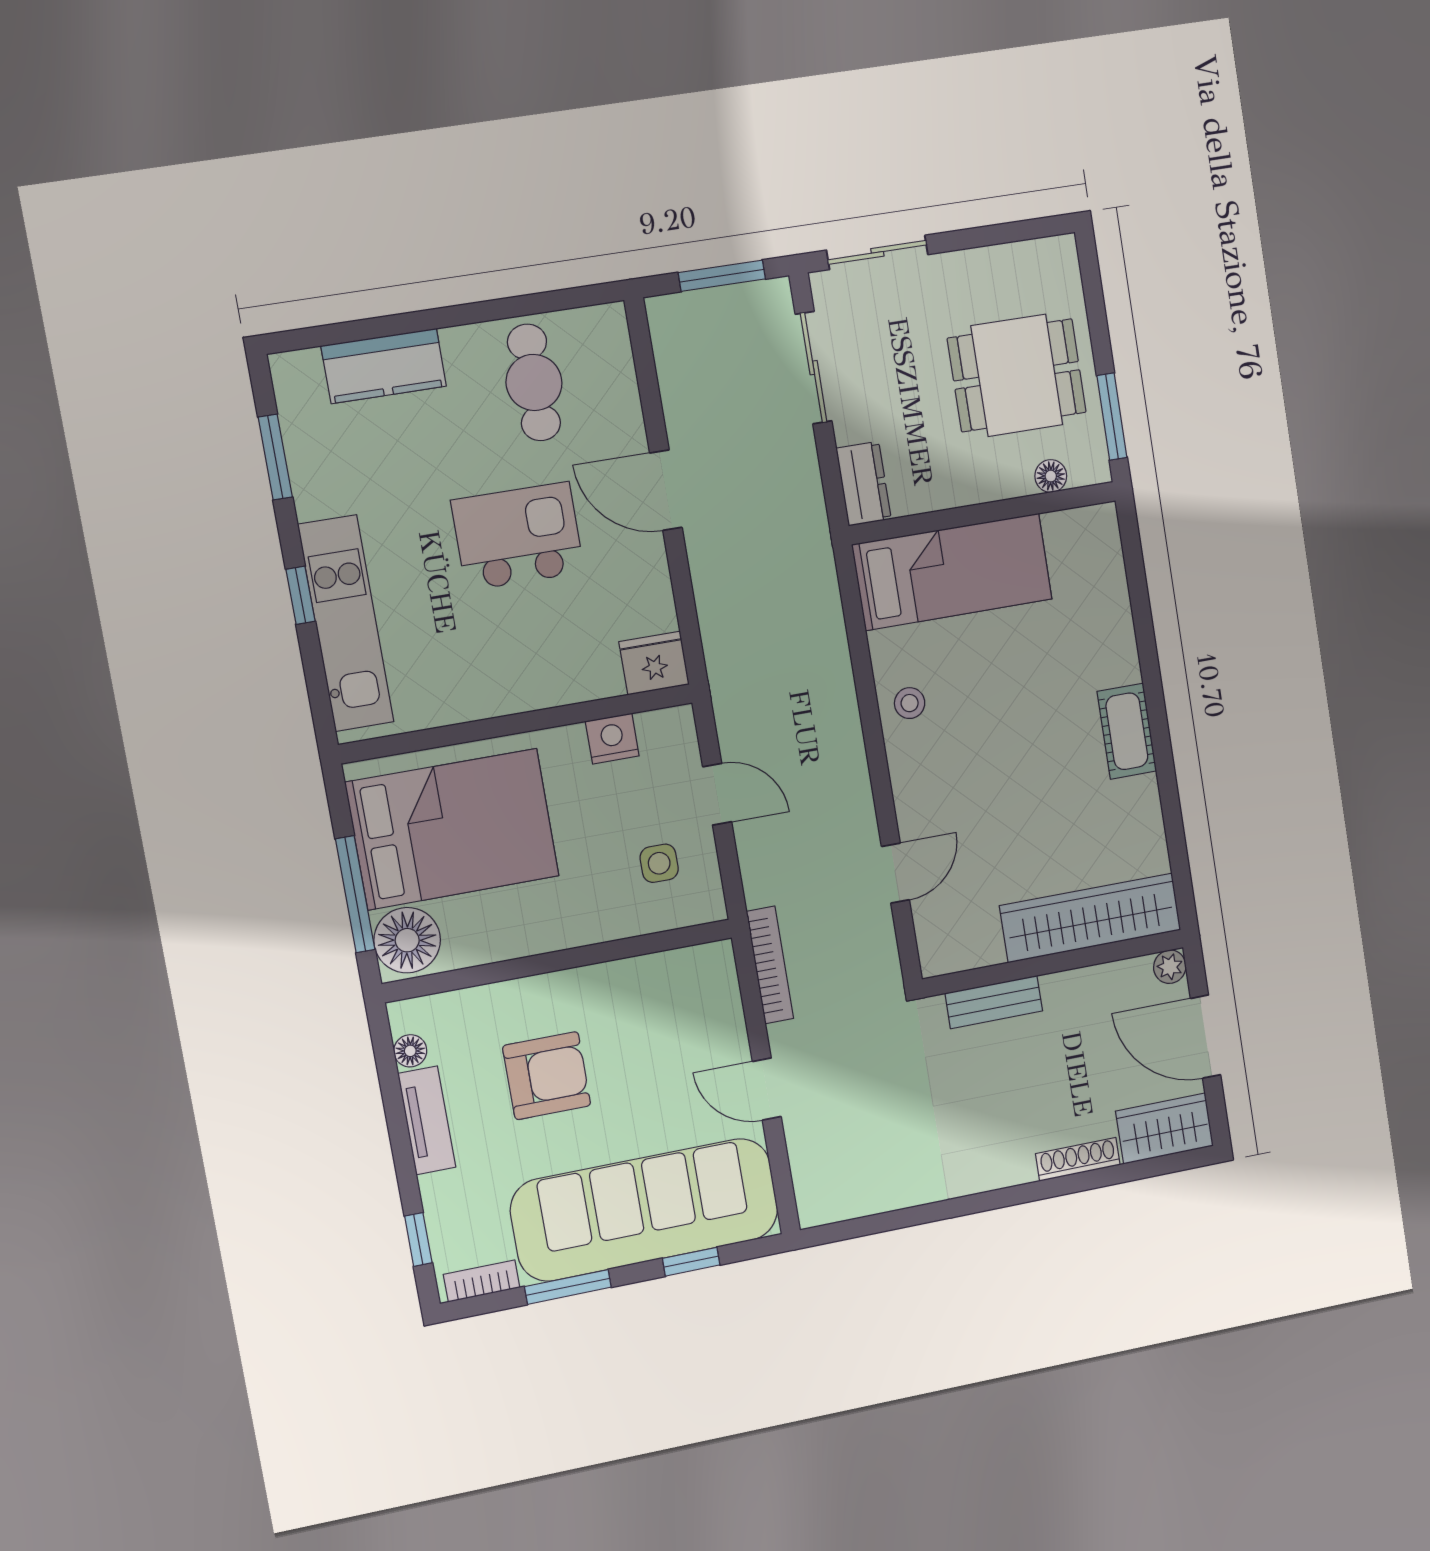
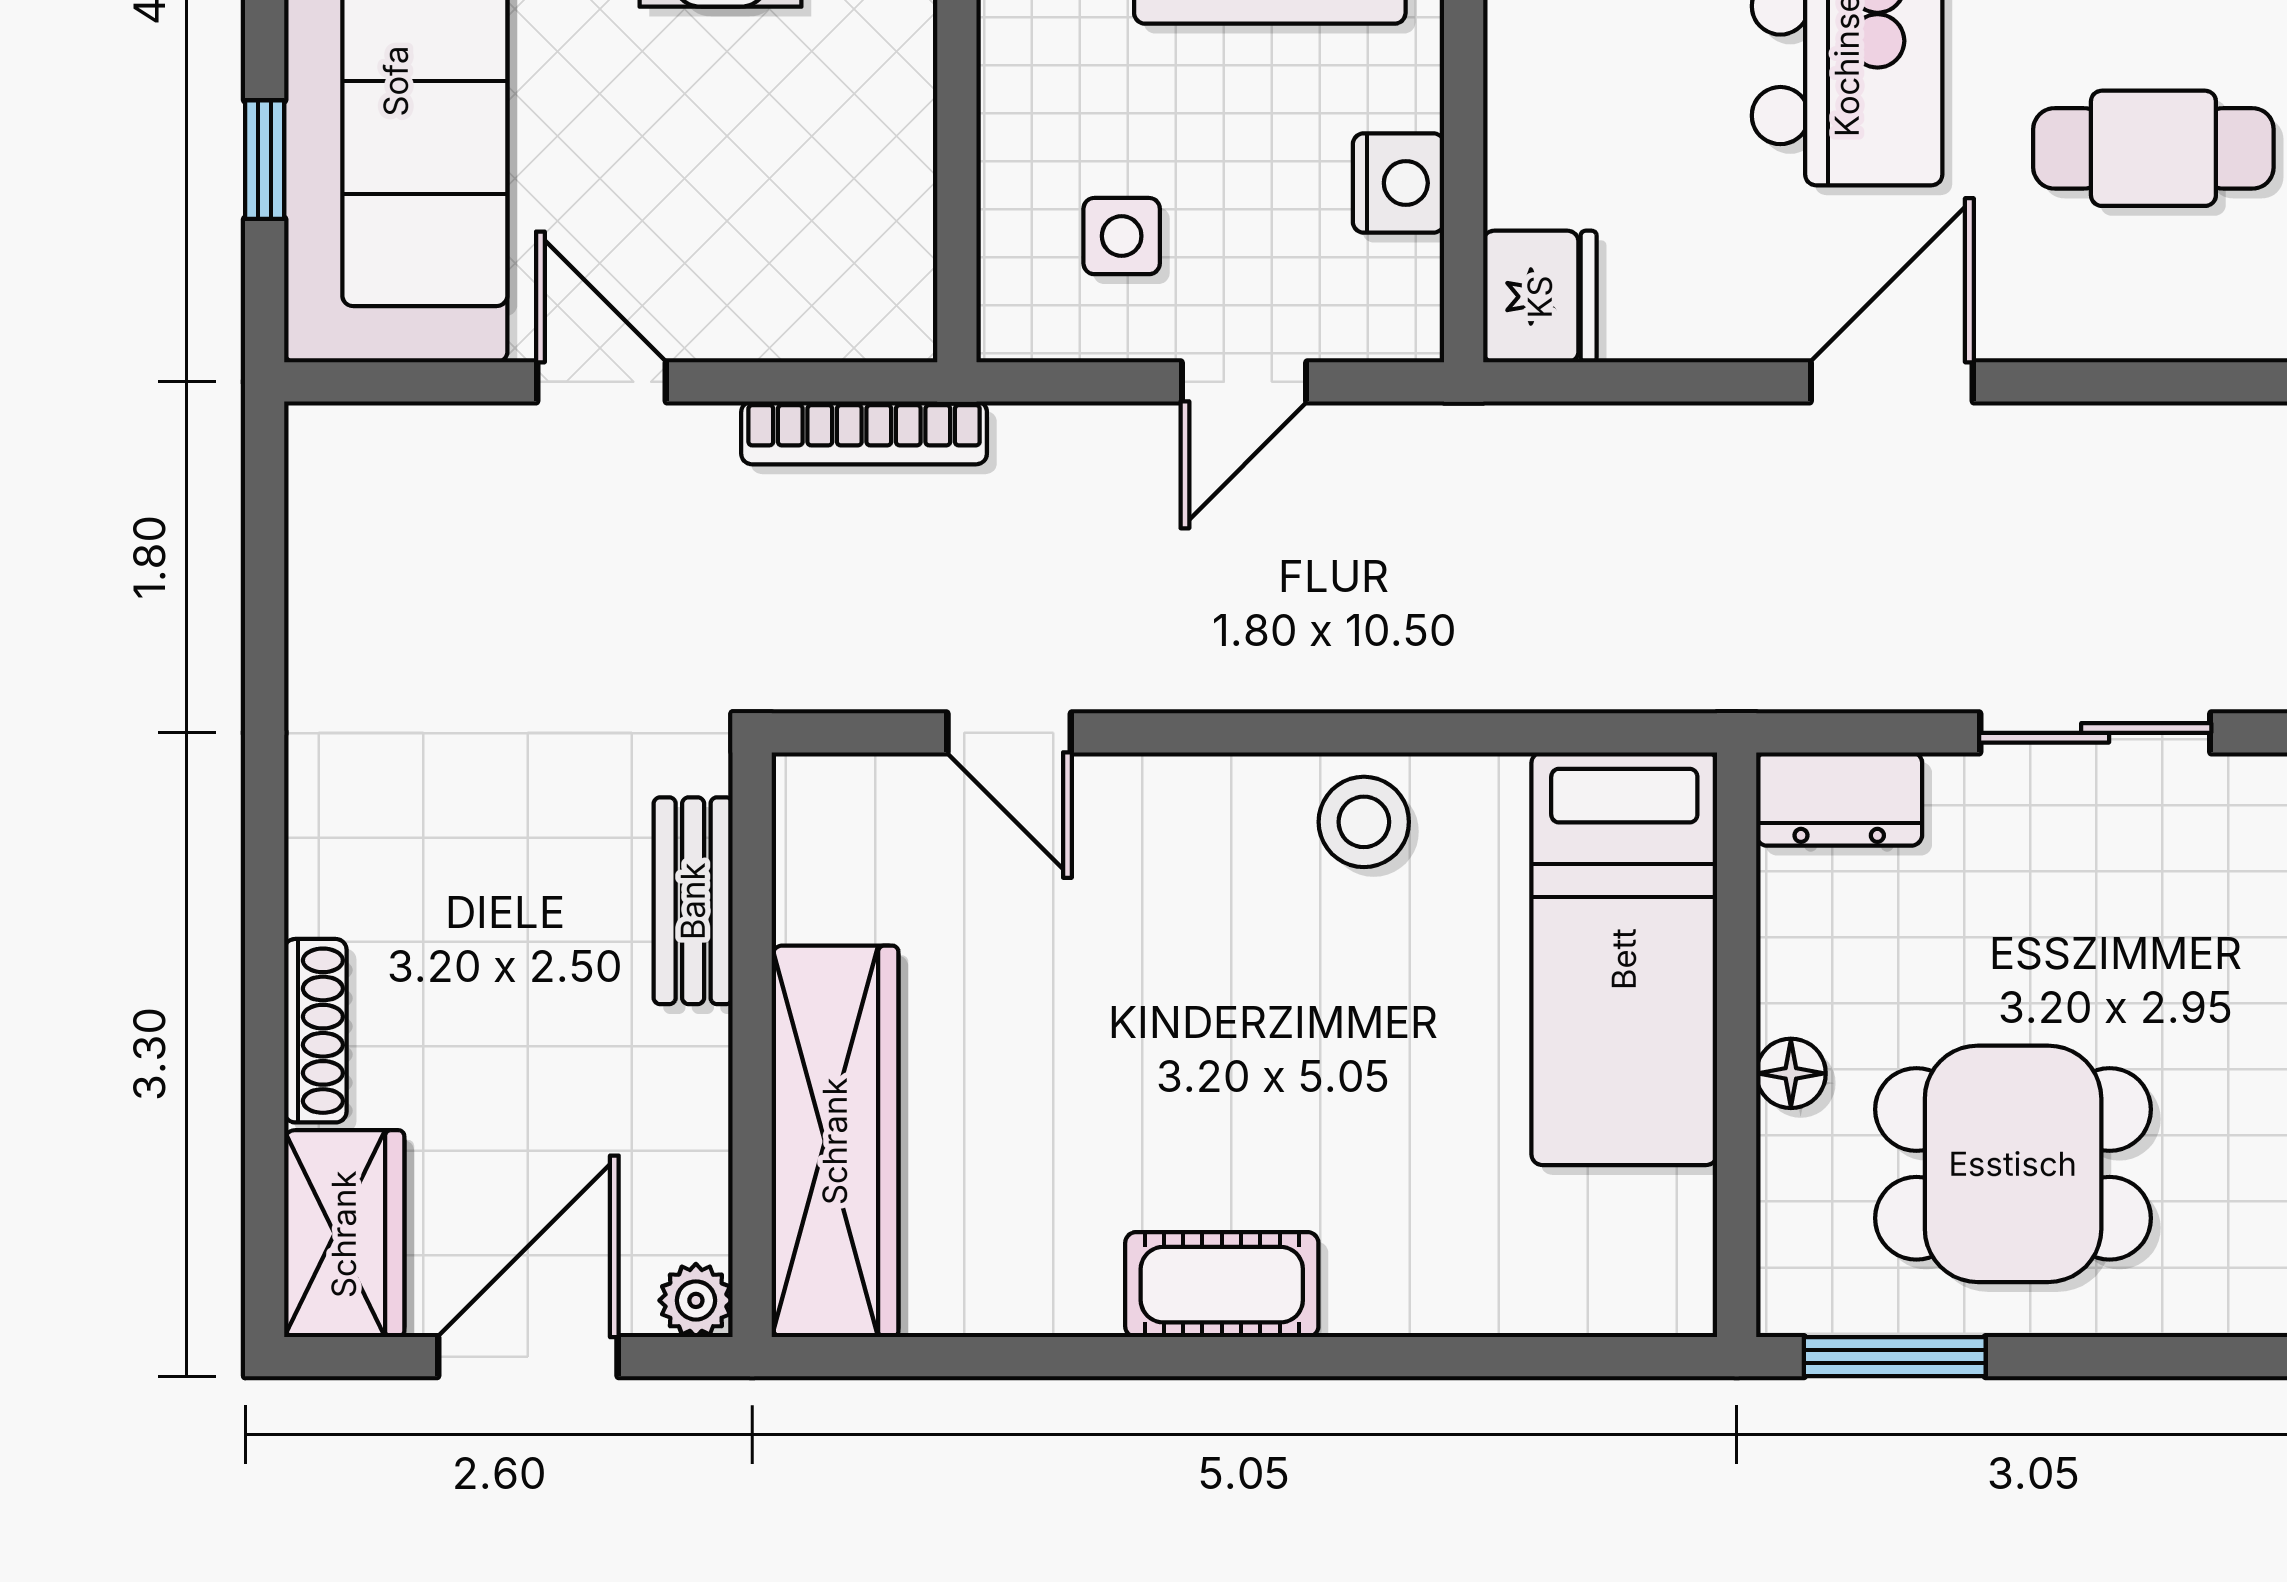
dining table: (1017, 375) -> (2013, 1164), turned 90
floor lamp: (1051, 476) -> (1791, 1073), moved
stool: (910, 703) -> (1364, 822), width x1.37, depth x1.37
door: (767, 1089) -> (601, 382), hinge flipped

